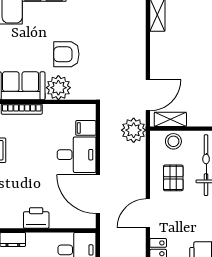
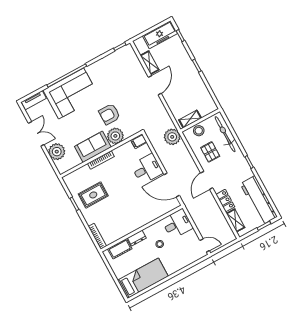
door: (148, 95) -> (155, 85), moved
filing cabinet: (86, 128) -> (139, 141), moved
printer: (36, 218) -> (144, 218), removed

